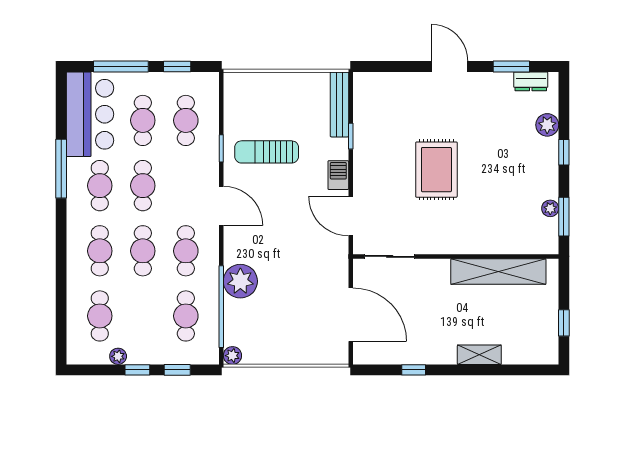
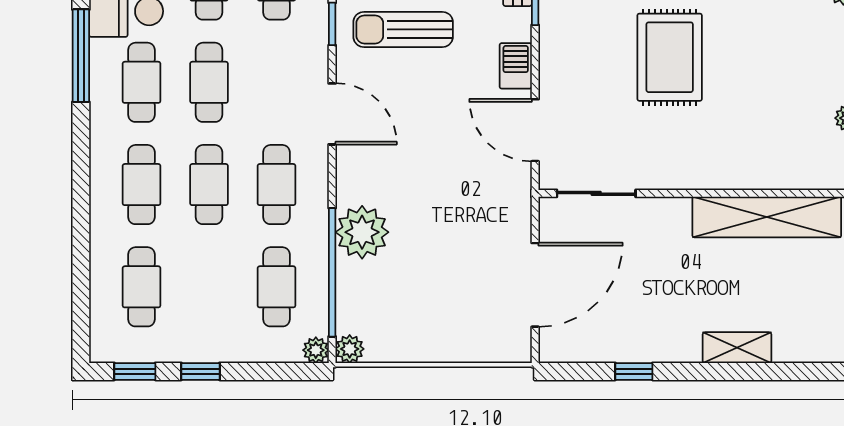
door: (351, 315) -> (535, 285), hinge flipped
plant: (118, 356) -> (316, 350), moved
window: (177, 370) -> (135, 371), moved

